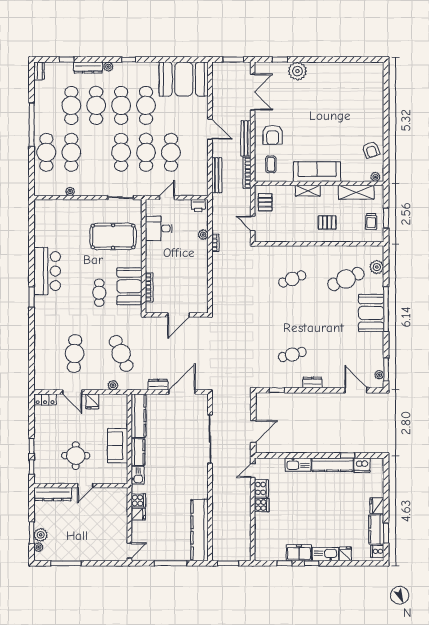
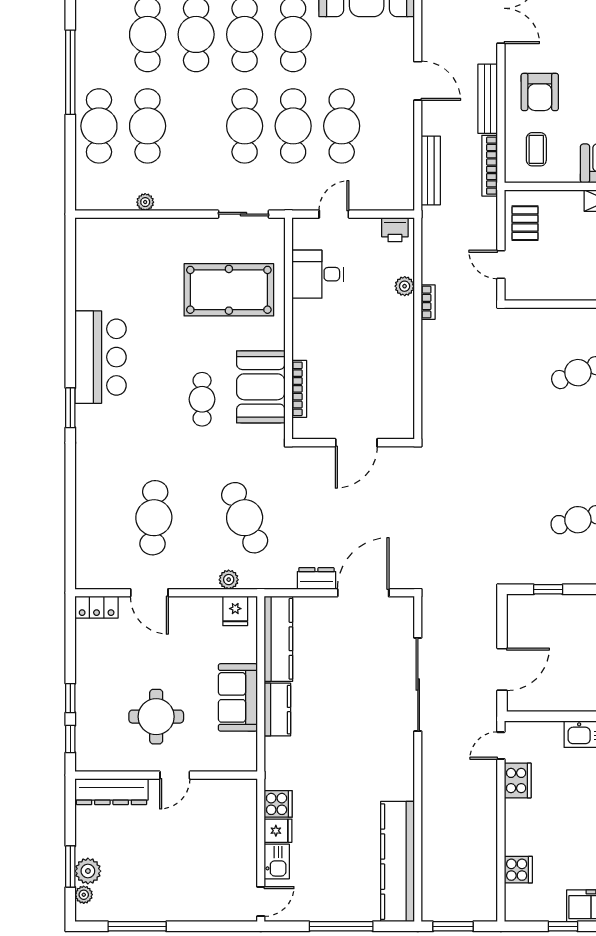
fridge: (92, 401) -> (235, 611), moved
kitchen sink: (138, 475) -> (277, 861), moved
cooker: (262, 505) -> (518, 870), moved

